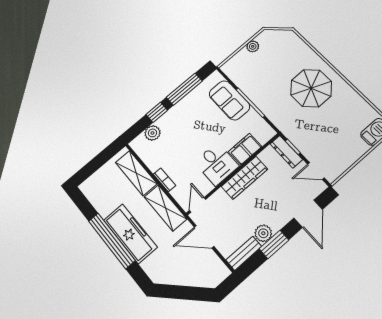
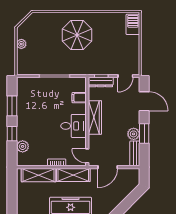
window: (184, 89) -> (12, 106), width x0.69
sofa: (229, 100) -> (42, 86), removed
filing cabinet: (245, 149) -> (79, 98), width x0.50

